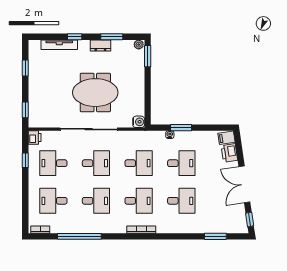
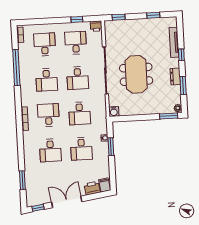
desk: (139, 201) -> (48, 115), turned 180

